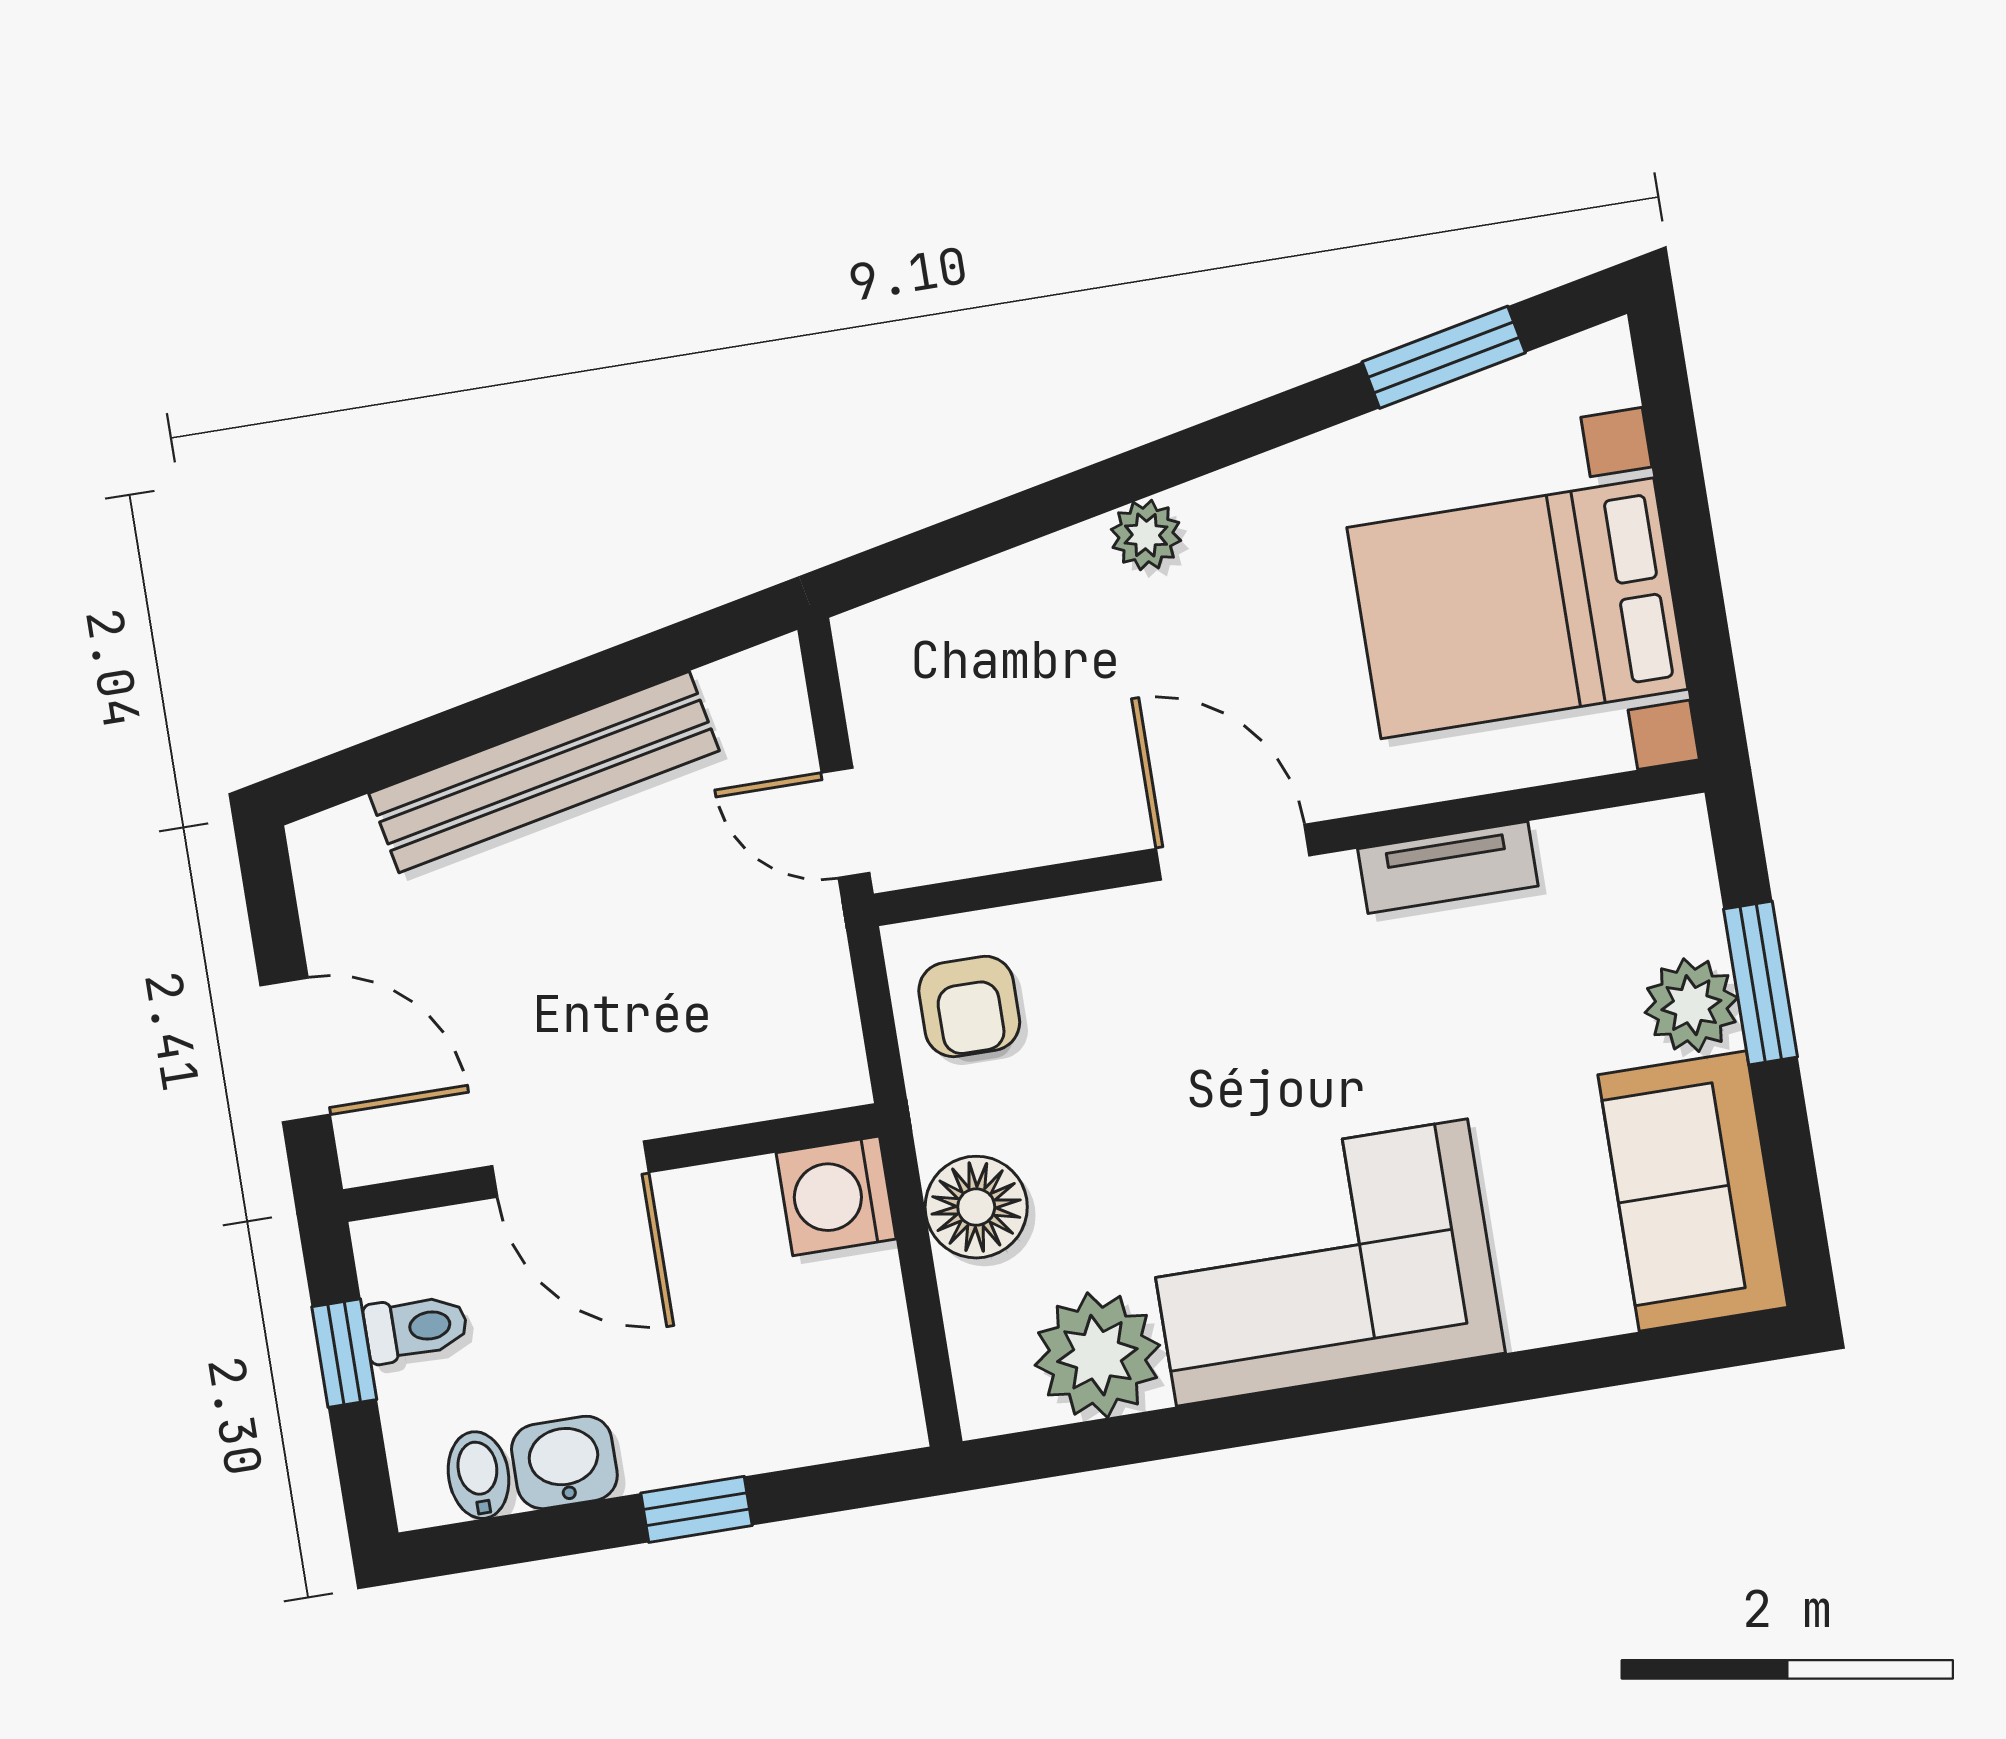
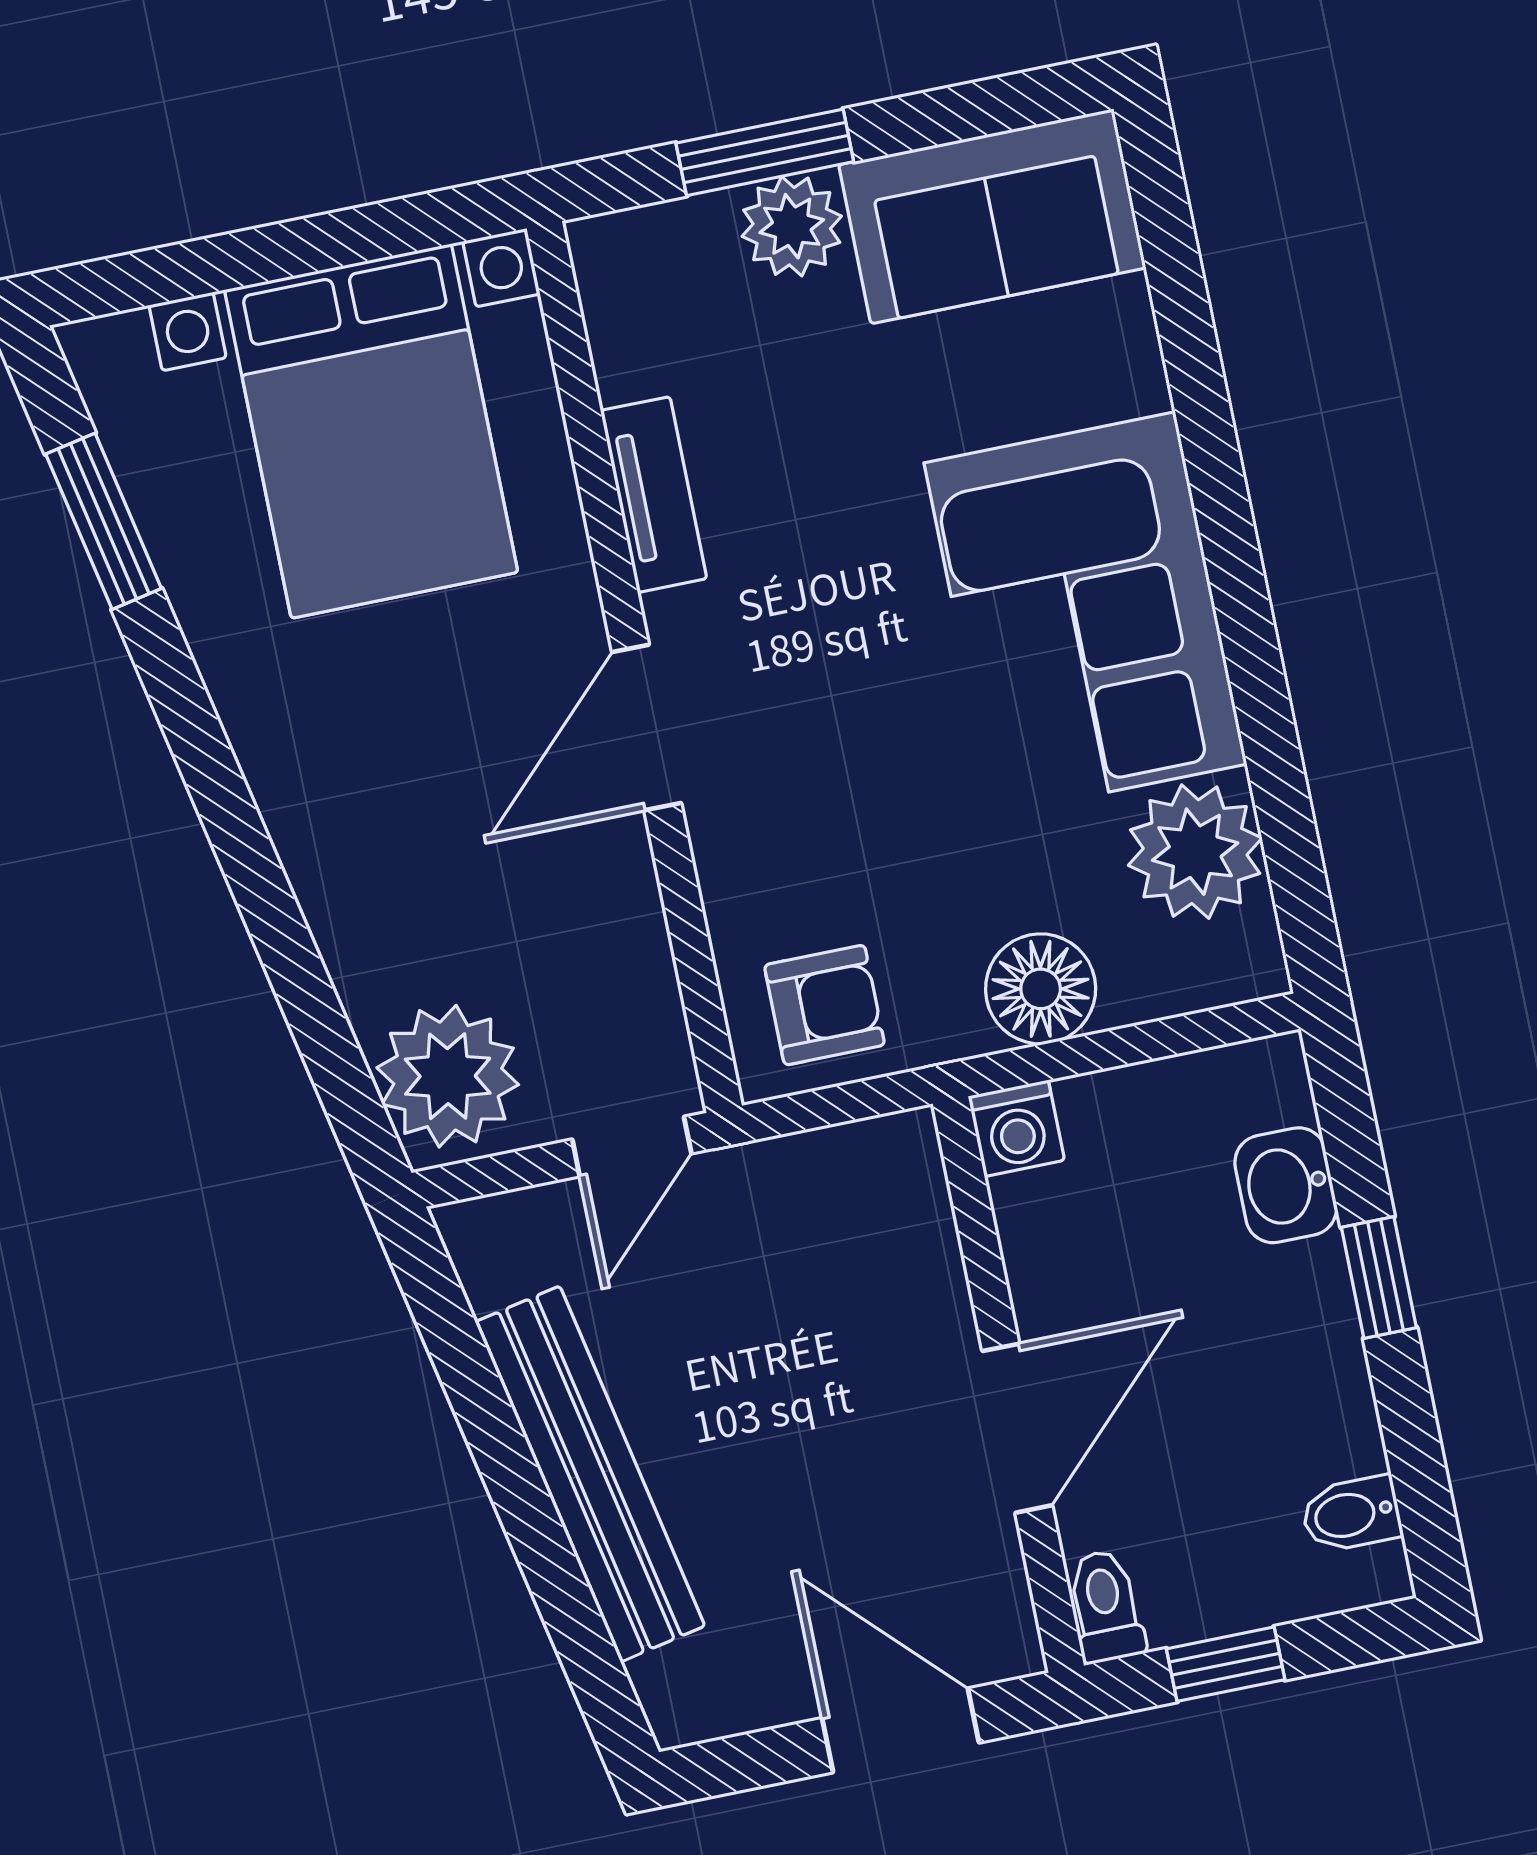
plant: (1146, 535) -> (448, 1076), moved, width x1.88, depth x1.88
door: (295, 1050) -> (901, 1730), hinge flipped
washing machine: (836, 1196) -> (1016, 1128), width x0.73, depth x0.73
toilet: (416, 1328) -> (1106, 1606), moved
washbasin: (564, 1462) -> (1286, 1185), moved

